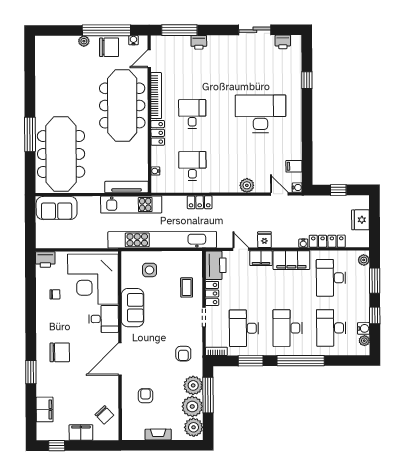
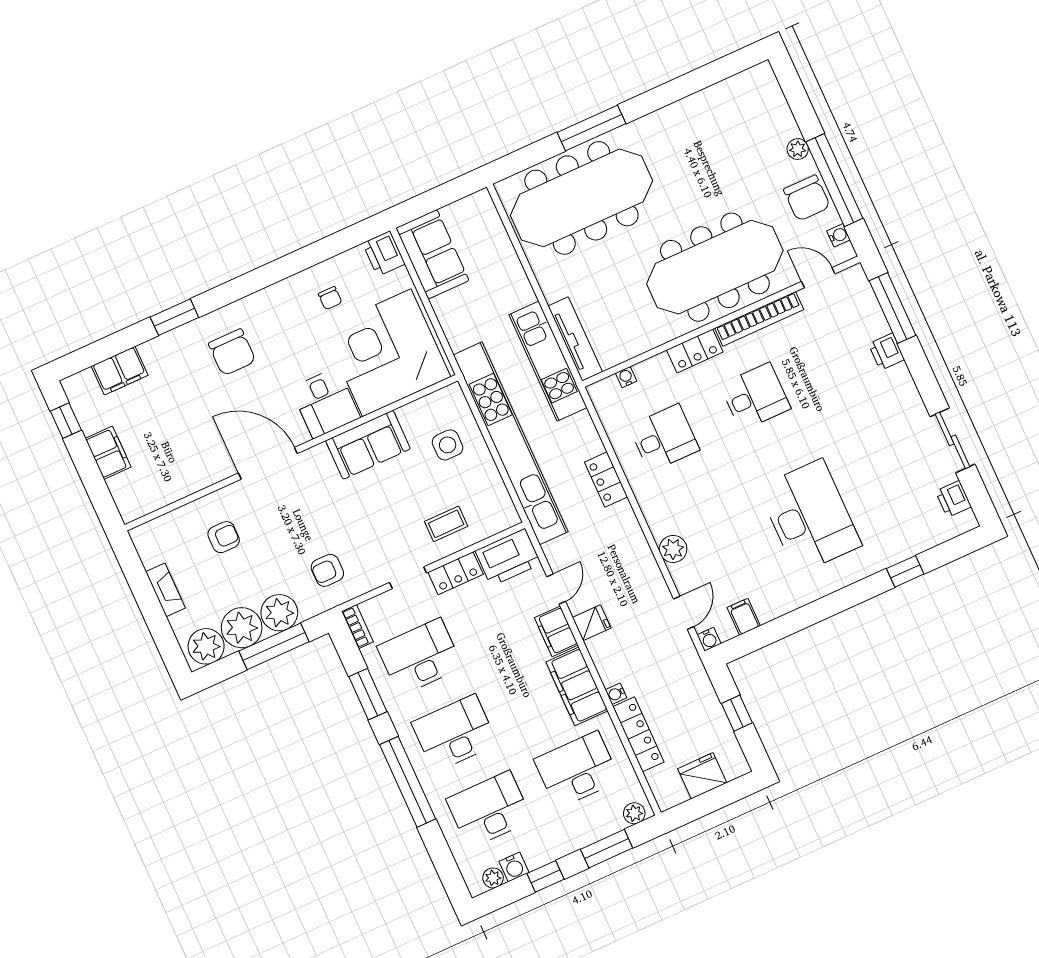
sofa: (57, 208) -> (432, 254), moved, turned 180
chair: (104, 415) -> (157, 480), removed

